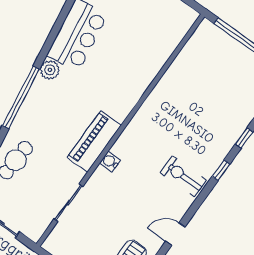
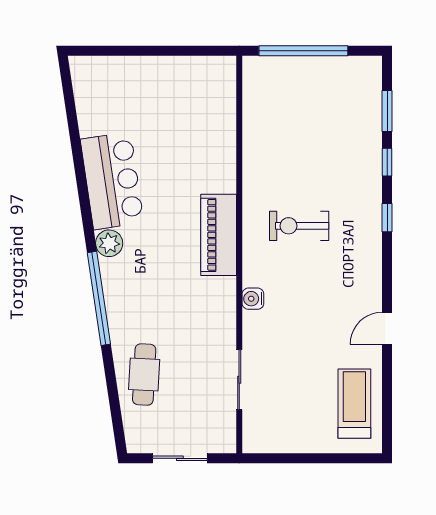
piano: (94, 141) -> (219, 235), moved
exercise bike: (183, 176) -> (299, 226), moved

